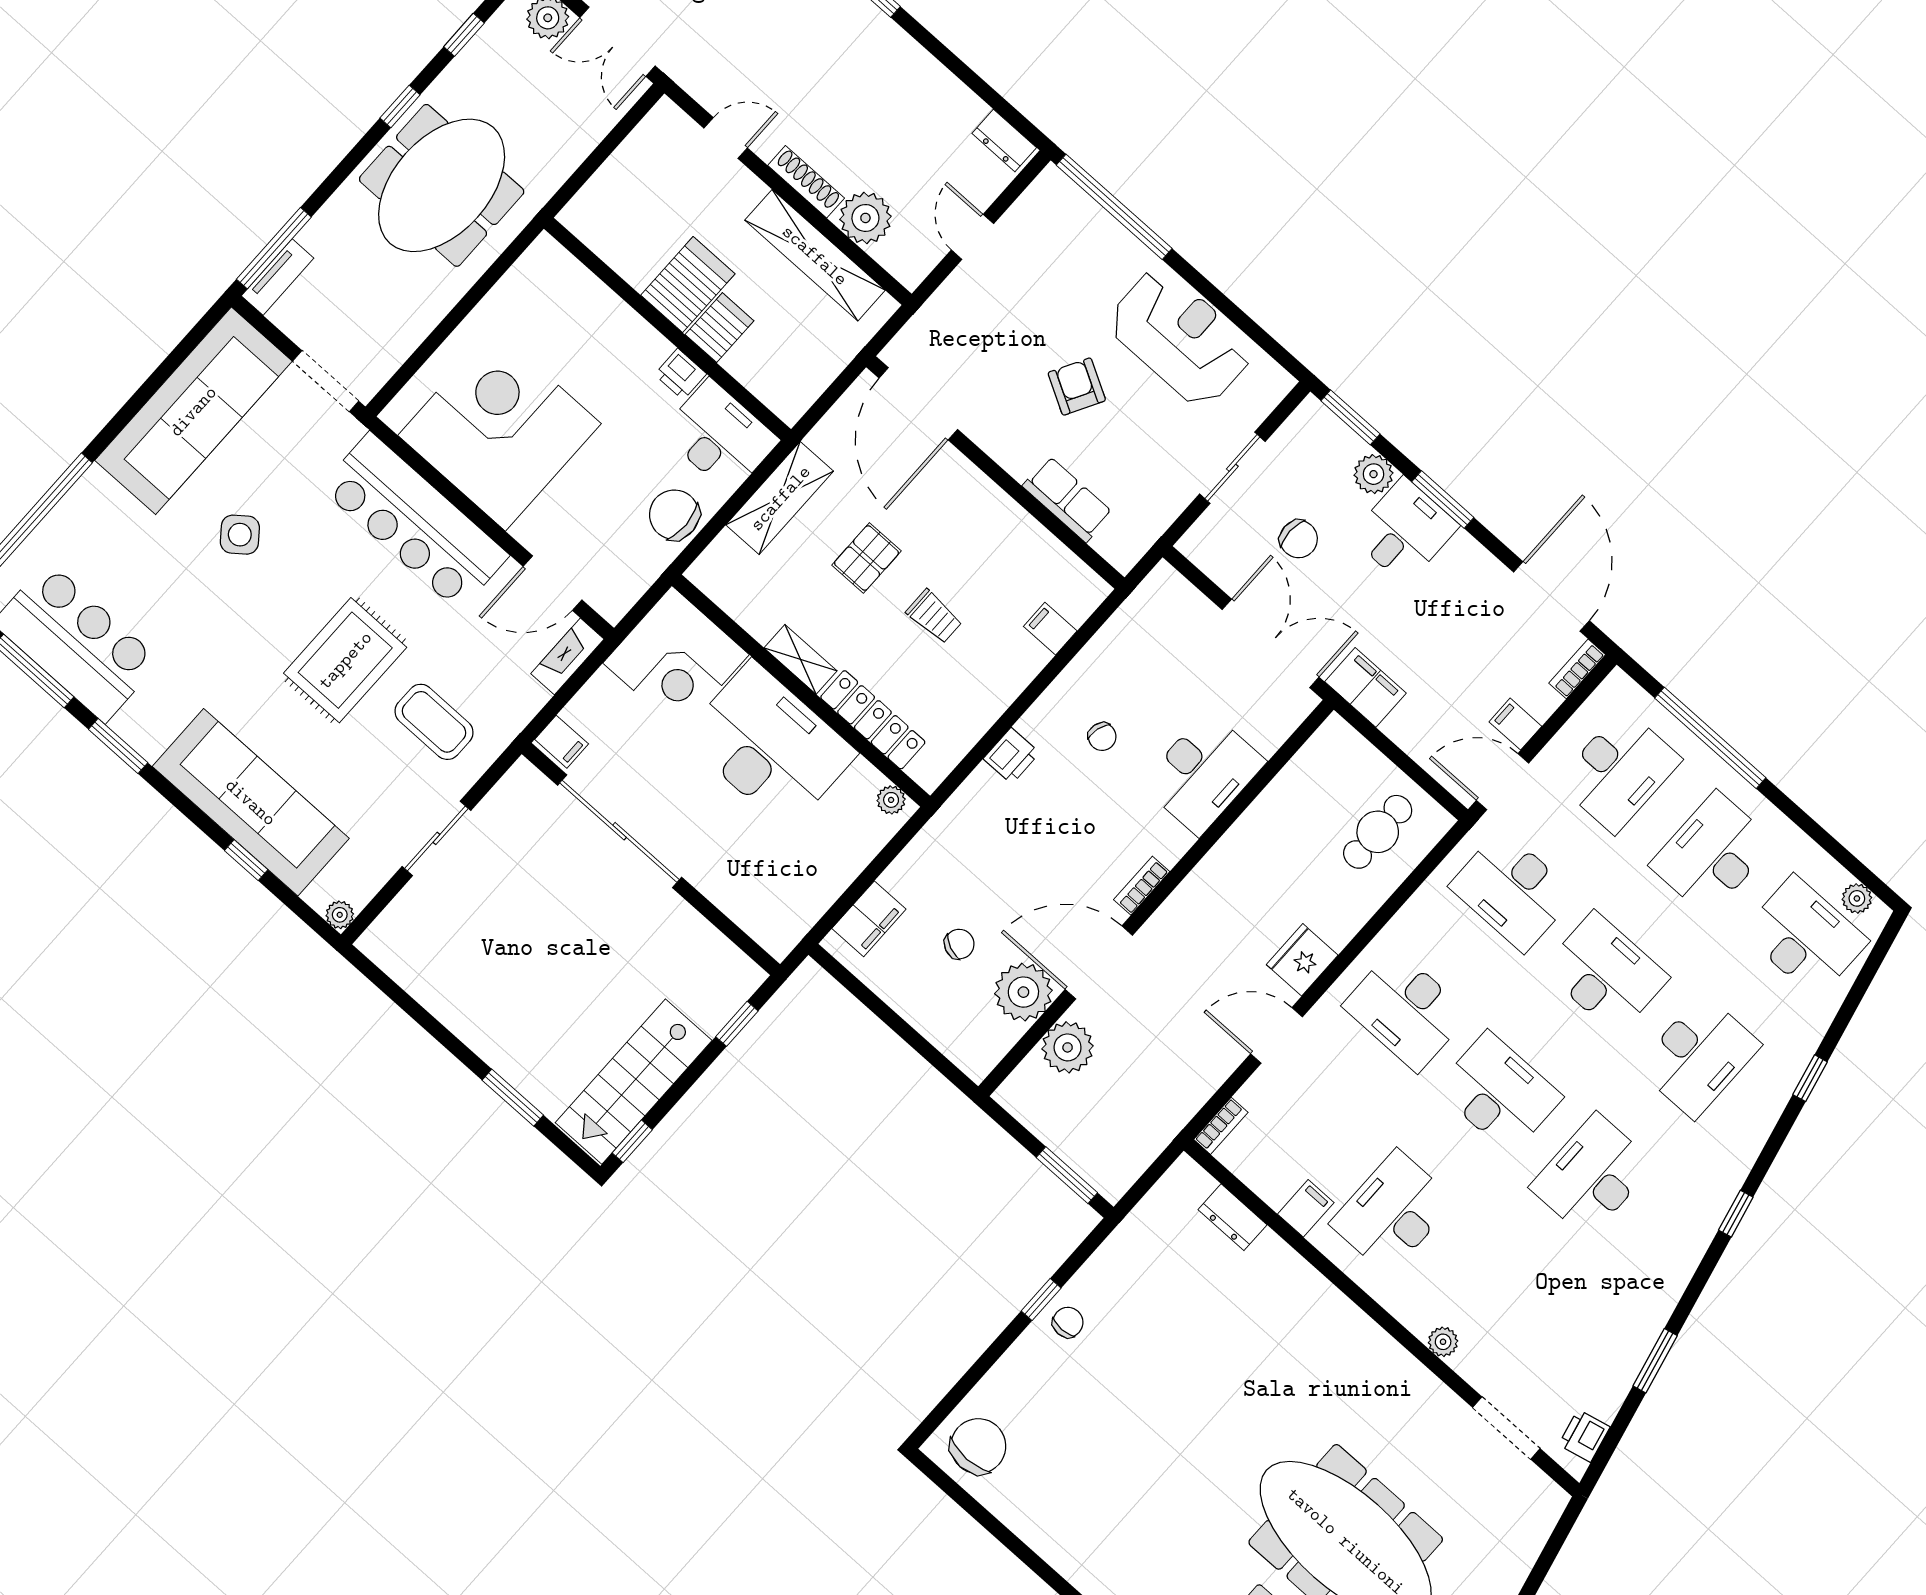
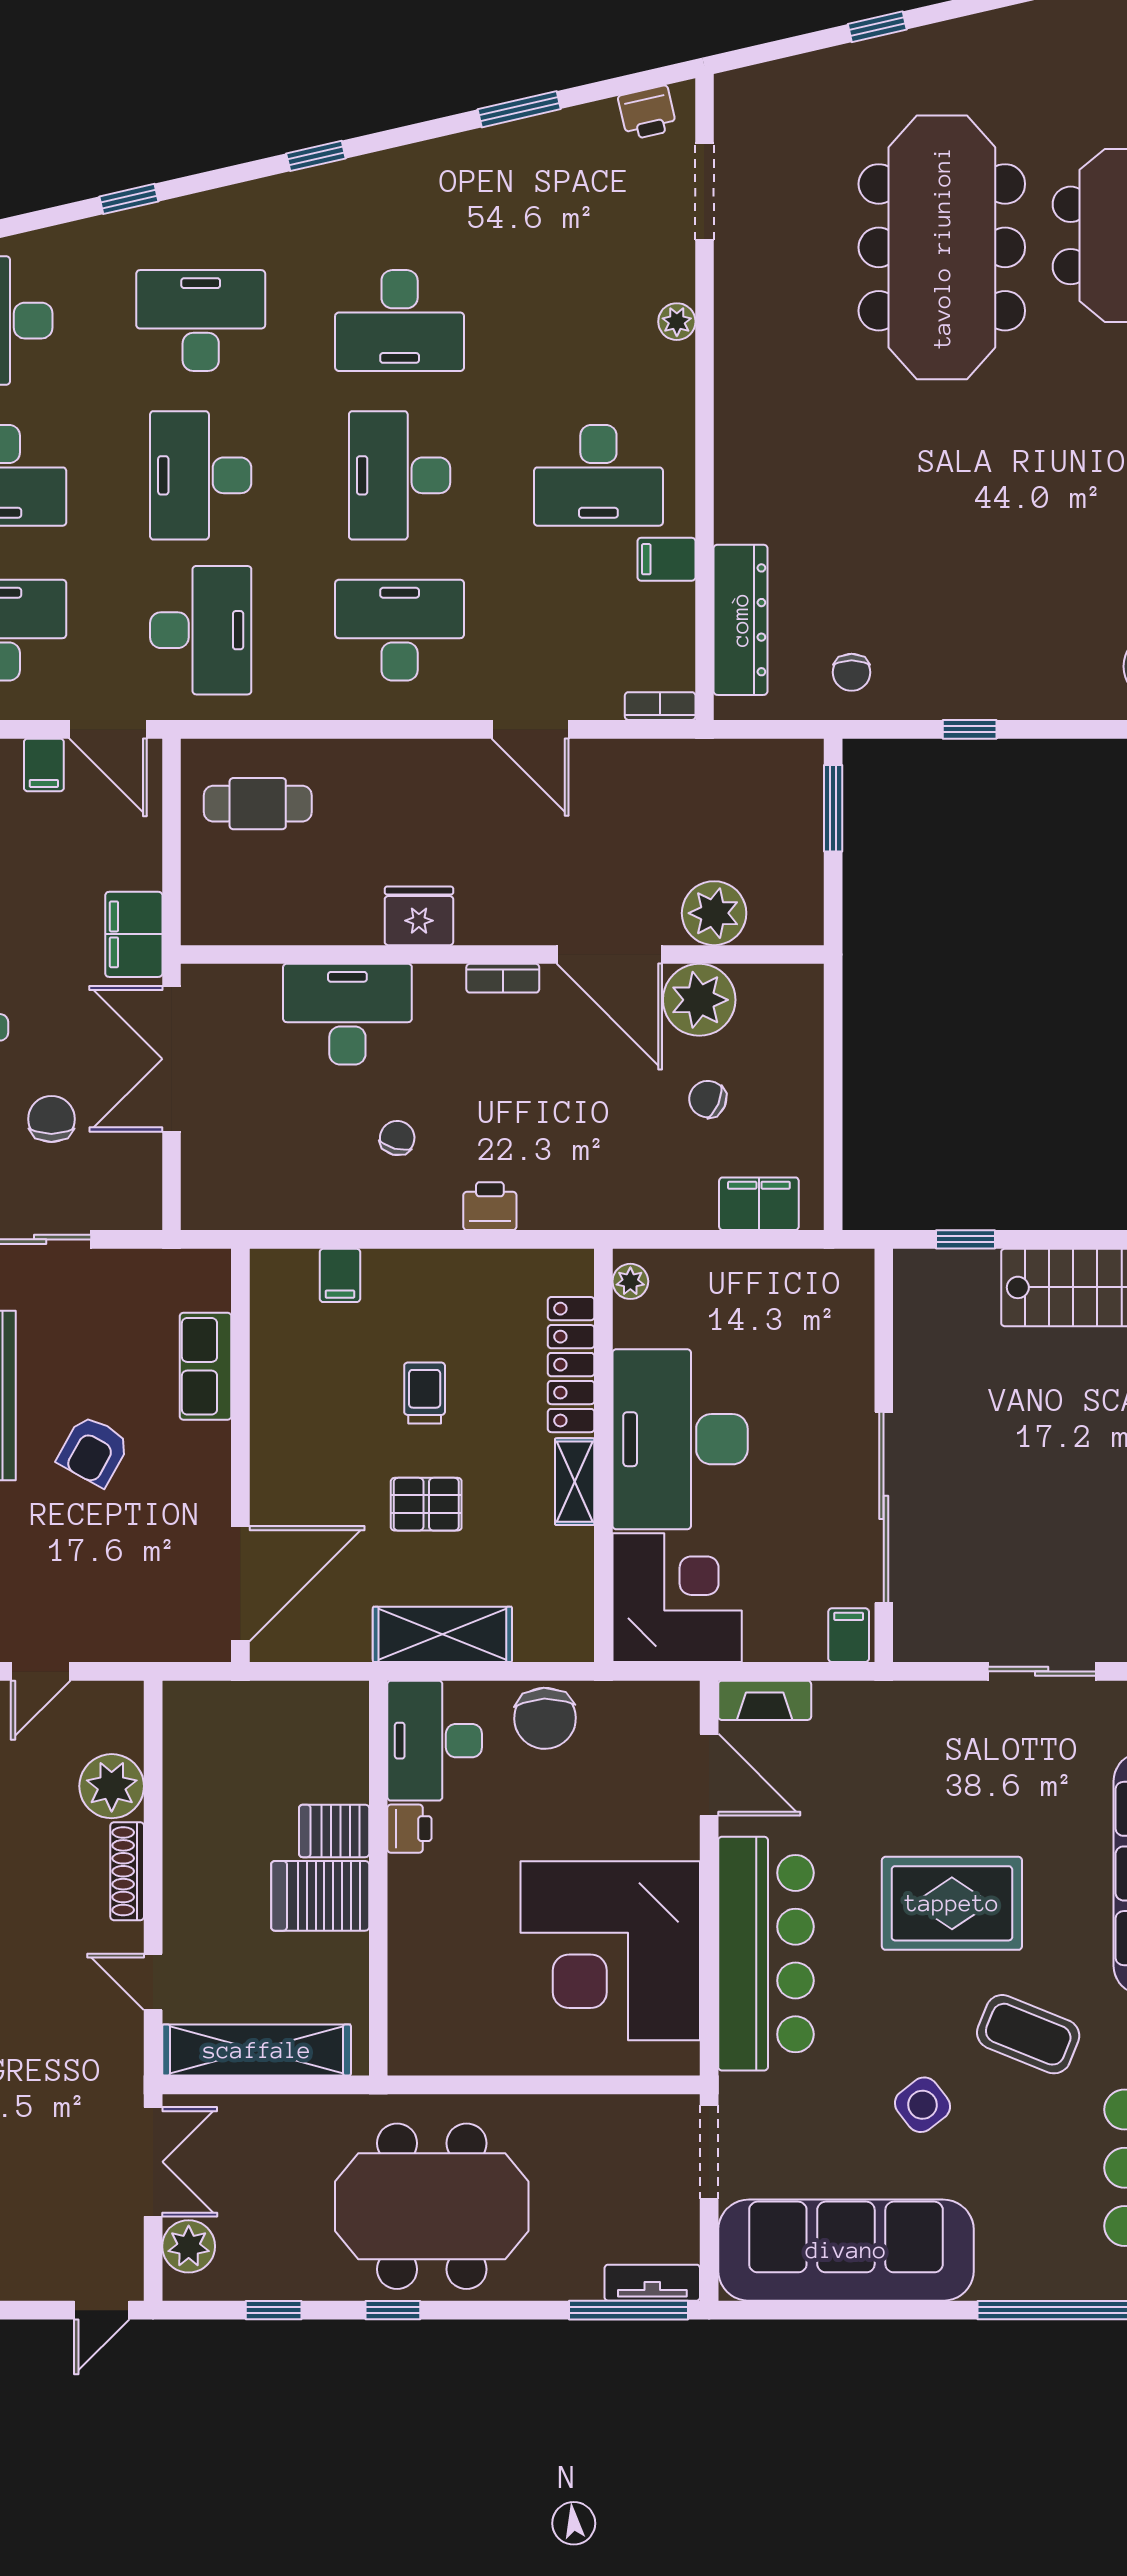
shelving: (815, 255) -> (257, 2050), moved, turned 90
coffee table: (434, 722) -> (1028, 2034), moved, turned -68
fridge: (1302, 960) -> (419, 916), moved, turned 180
desk: (1406, 1010) -> (400, 630), turned -90
dresser: (1232, 1217) -> (740, 620), width x1.96, depth x1.24
chair: (1068, 1322) -> (852, 672), moved, turned -90

